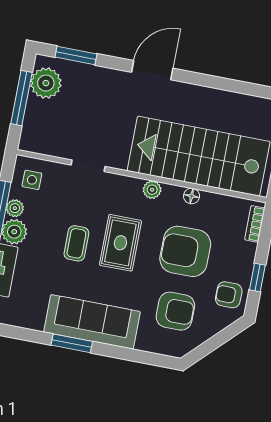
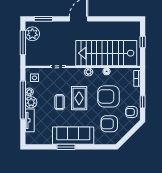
armchair: (175, 311) -> (109, 124), turned 180

